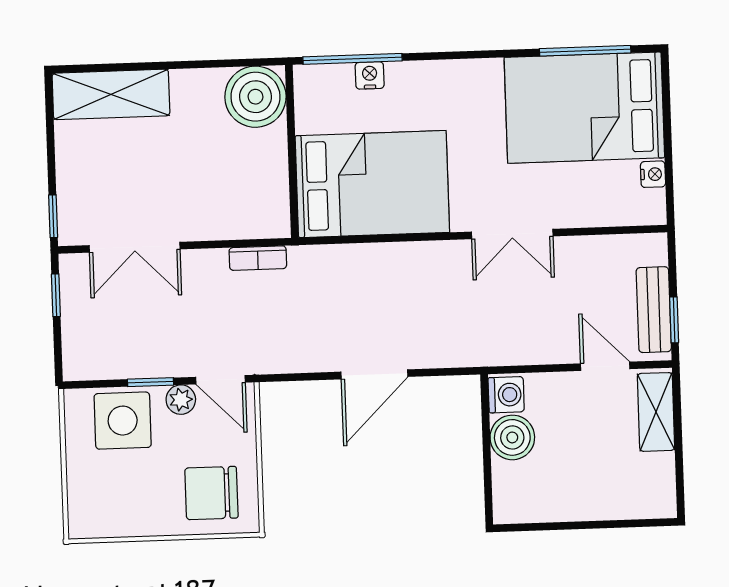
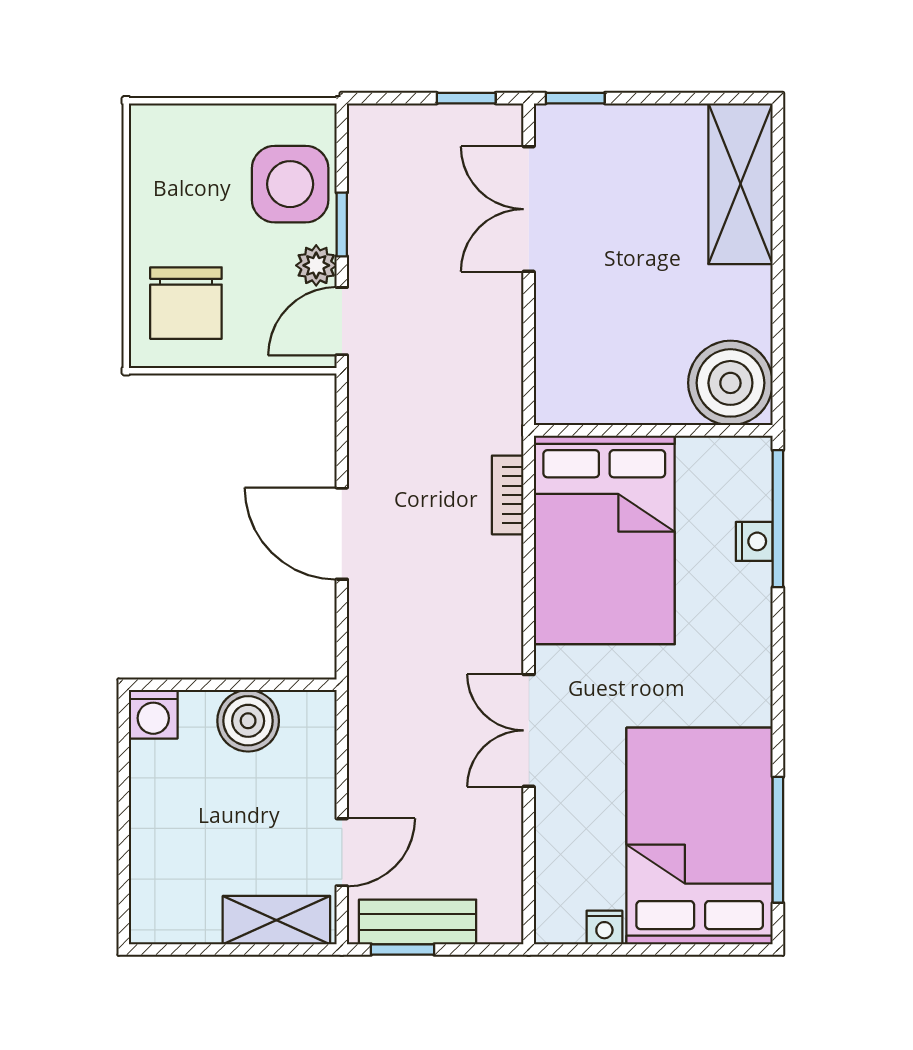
bookcase: (258, 258) -> (508, 495), moved
washing machine: (506, 395) -> (153, 714), moved
chair: (211, 493) -> (186, 303), turned 180

